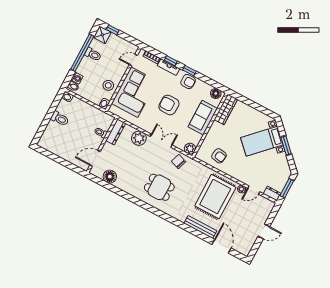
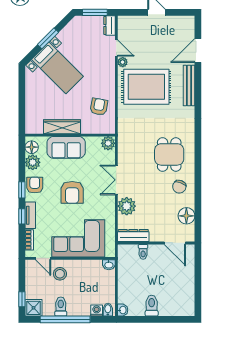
stool: (108, 85) -> (60, 274), moved
plant: (205, 89) -> (33, 162), added
wardrobe: (226, 109) -> (62, 127), moved
chair: (179, 162) -> (179, 187), moved

